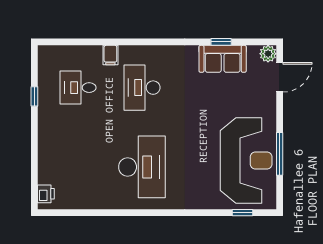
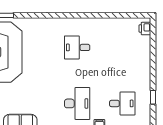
desk: (142, 167) -> (77, 47), width x0.53, depth x0.77

